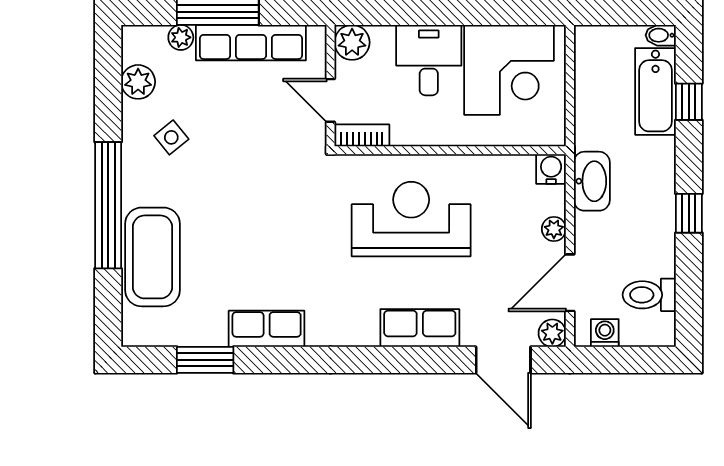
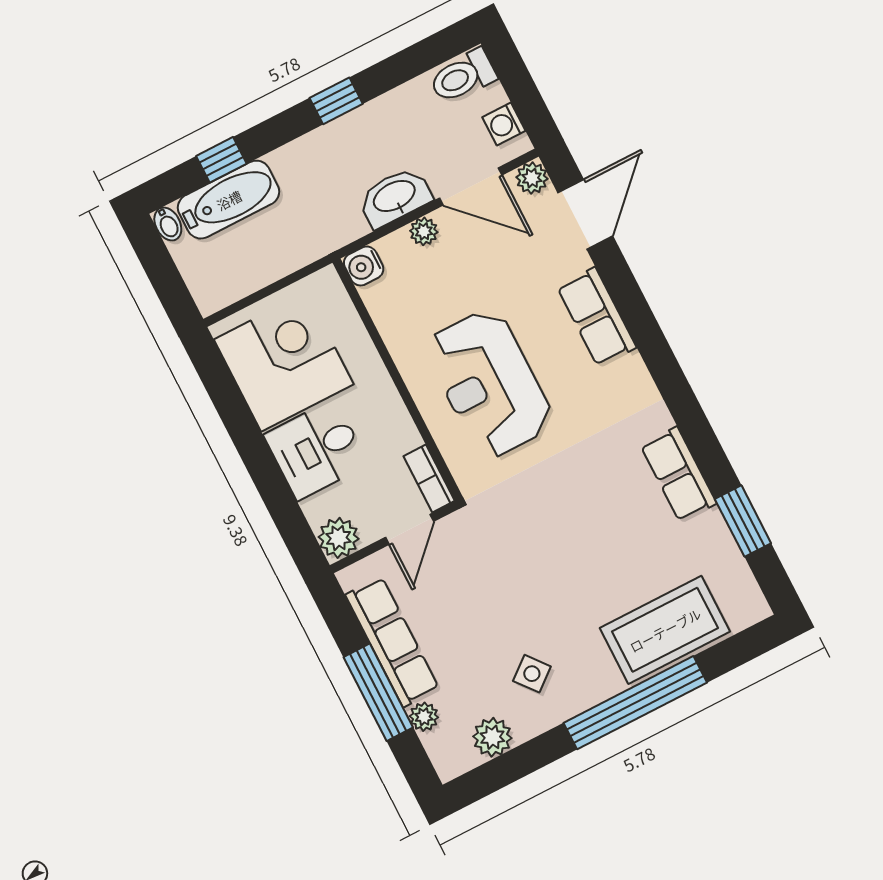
washbasin: (592, 181) -> (395, 197), moved
toilet: (649, 295) -> (463, 76), moved, turned 90

